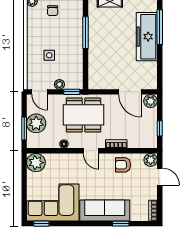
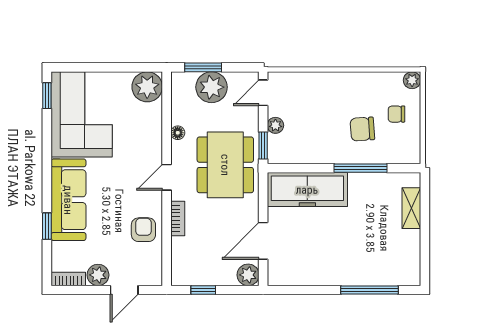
chair: (62, 31) -> (362, 129), added
freezer: (147, 37) -> (307, 190), moved, turned 180
side table: (49, 55) -> (323, 109), removed
plant: (151, 160) -> (98, 275), moved

